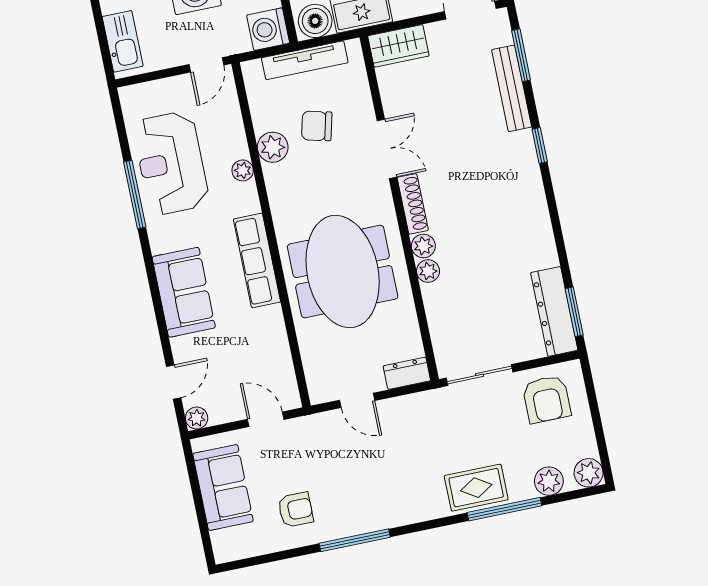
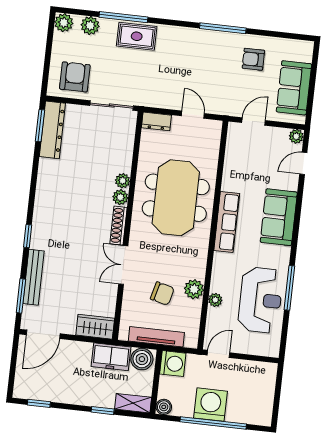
kitchen sink: (123, 41) -> (266, 386), removed
plant: (243, 170) -> (215, 300), moved
door: (266, 419) -> (254, 121), swing flipped

